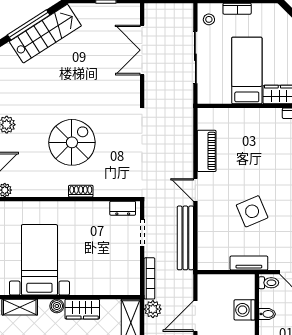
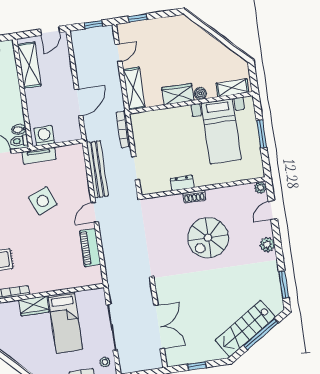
door: (195, 190) -> (95, 212), swing flipped
dresser: (123, 208) -> (182, 183), moved
plant: (153, 309) -> (116, 103), removed
washing machine: (245, 310) -> (44, 136), moved, turned -90
bidet: (267, 314) -> (19, 129), moved

